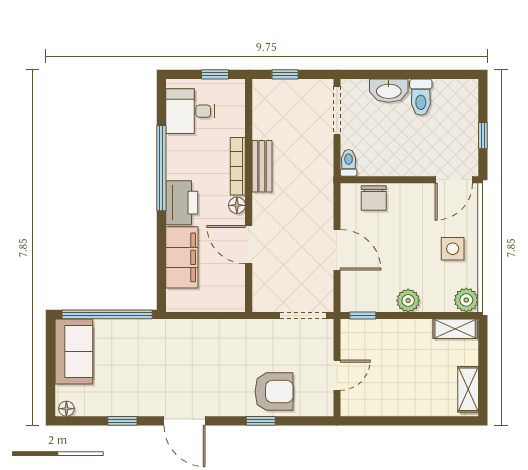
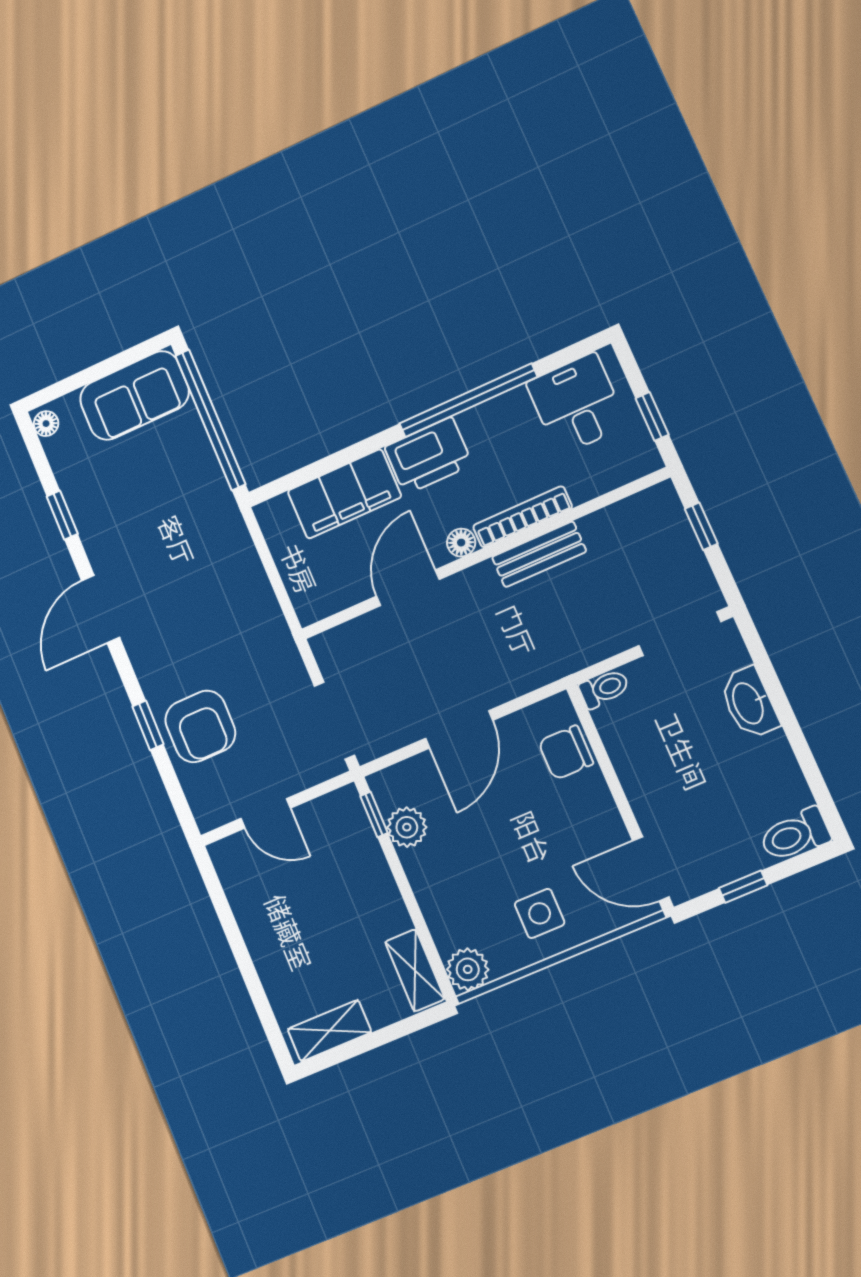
toilet: (421, 97) -> (795, 835), moved
plant: (408, 301) -> (407, 827), moved

